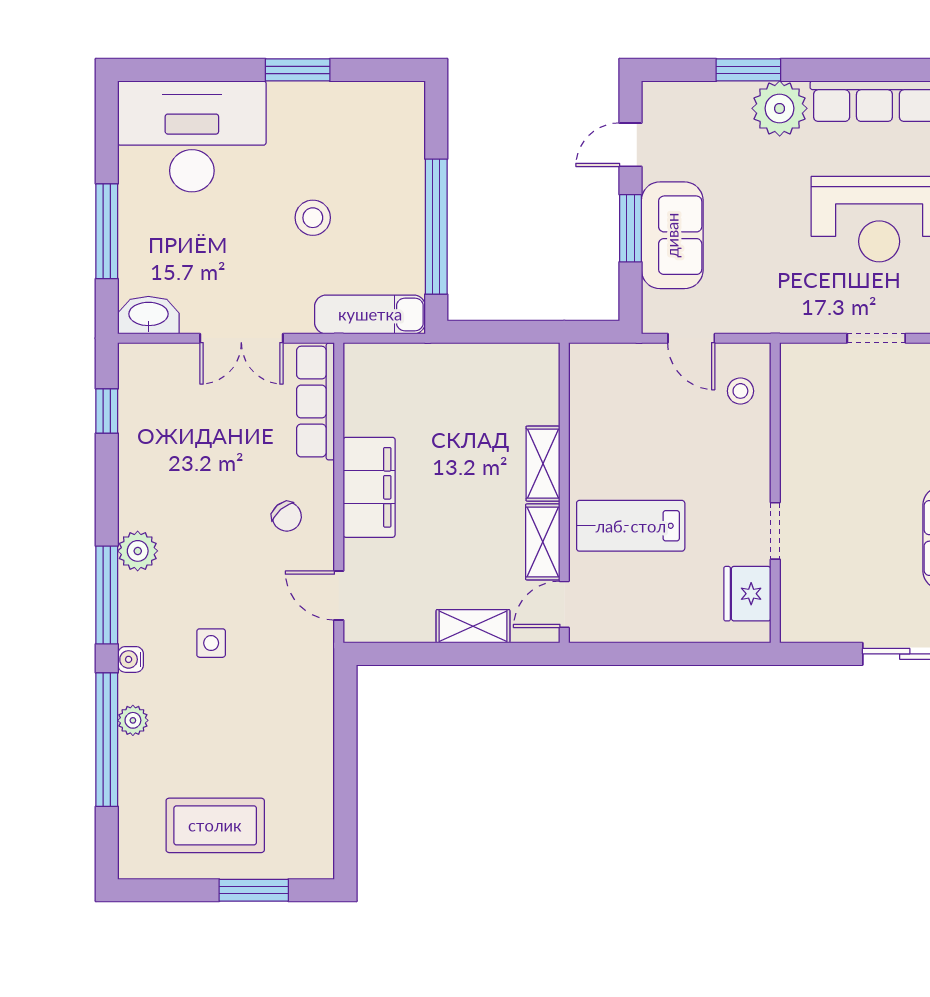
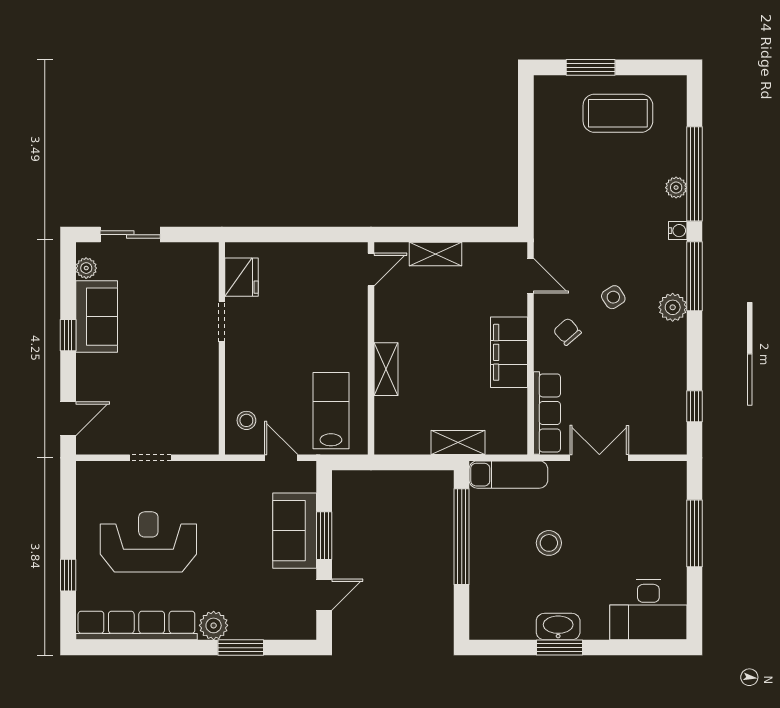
plant: (780, 108) -> (214, 625), width x0.73, depth x0.73
desk: (192, 136) -> (648, 610), width x0.73, depth x0.77
washbasin: (148, 315) -> (558, 627), moved, turned 180
lab bench: (631, 526) -> (331, 411), moved, turned -90
shelving: (543, 542) -> (458, 443), moved, turned 90
side table: (211, 643) -> (613, 297), moved, turned -33

